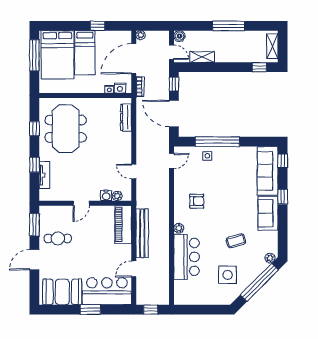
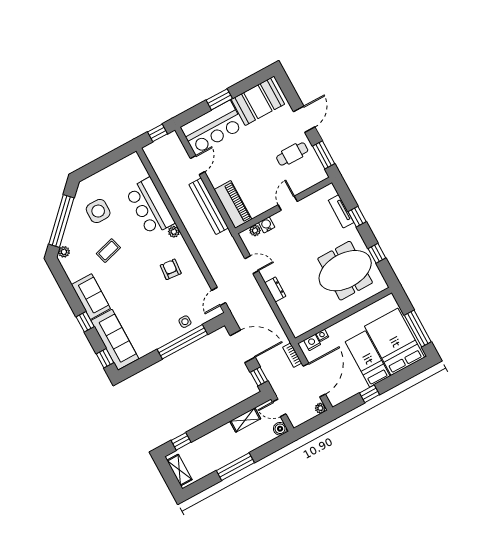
dresser: (126, 117) -> (275, 289), moved, width x0.70
meeting table: (66, 129) -> (345, 271), turned 90
armchair: (197, 201) -> (171, 269), turned 95

